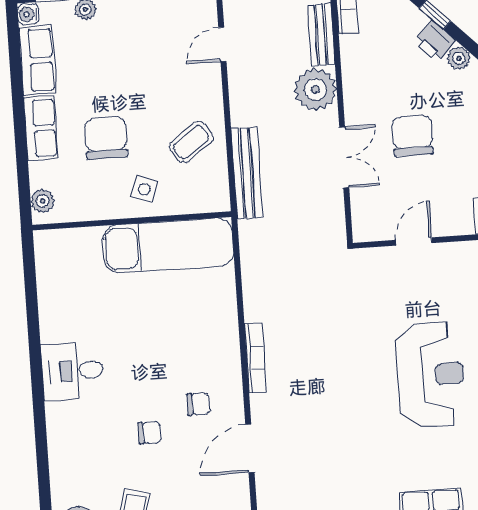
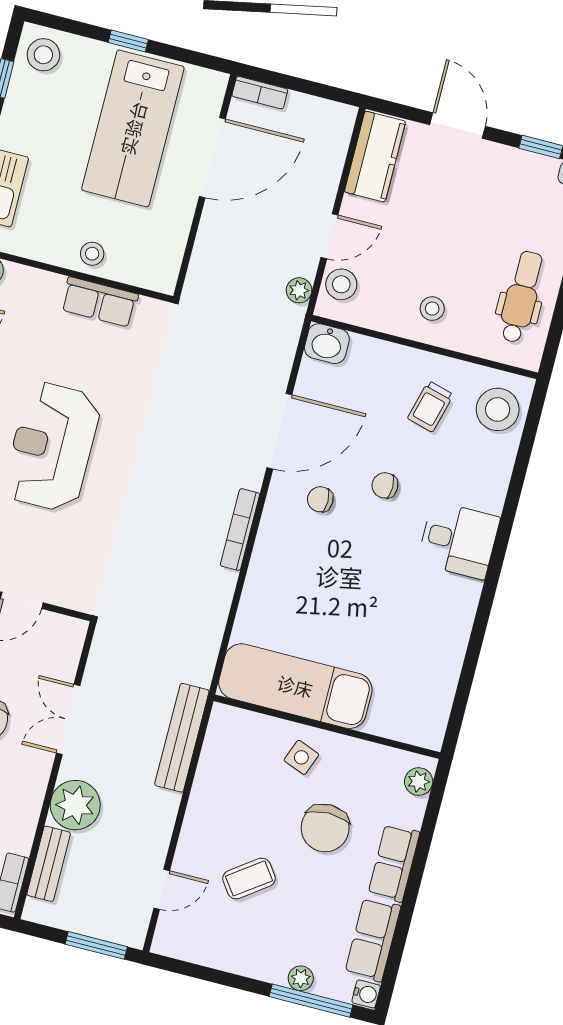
coffee table: (191, 142) -> (249, 878), moved
desk: (72, 371) -> (458, 540), moved
door: (250, 448) -> (279, 431), width x1.36

